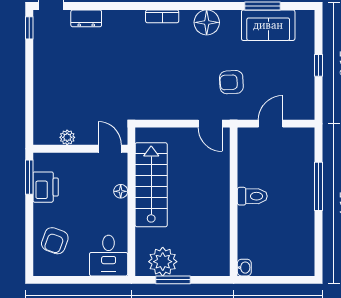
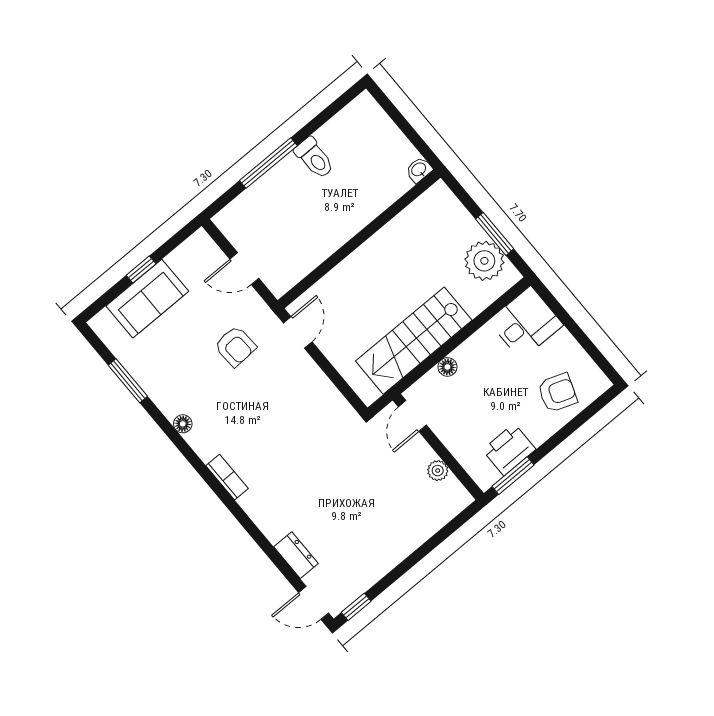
floor lamp: (207, 22) -> (183, 424), width x0.53, depth x0.53
sofa: (268, 25) -> (147, 299), moved, turned 90
toilet: (252, 196) -> (314, 158), moved, turned 180

